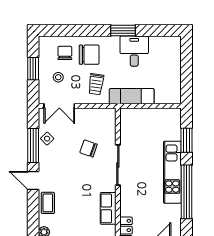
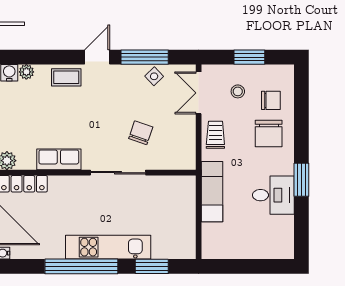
trolley: (96, 84) -> (215, 135), moved, turned 82

